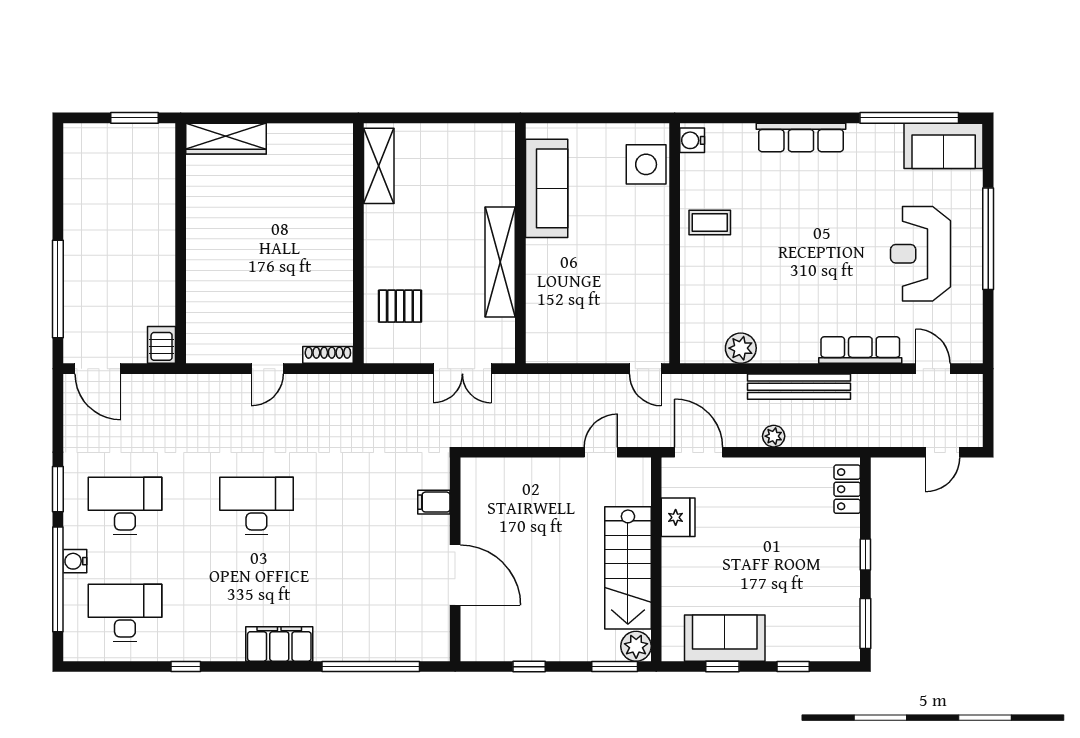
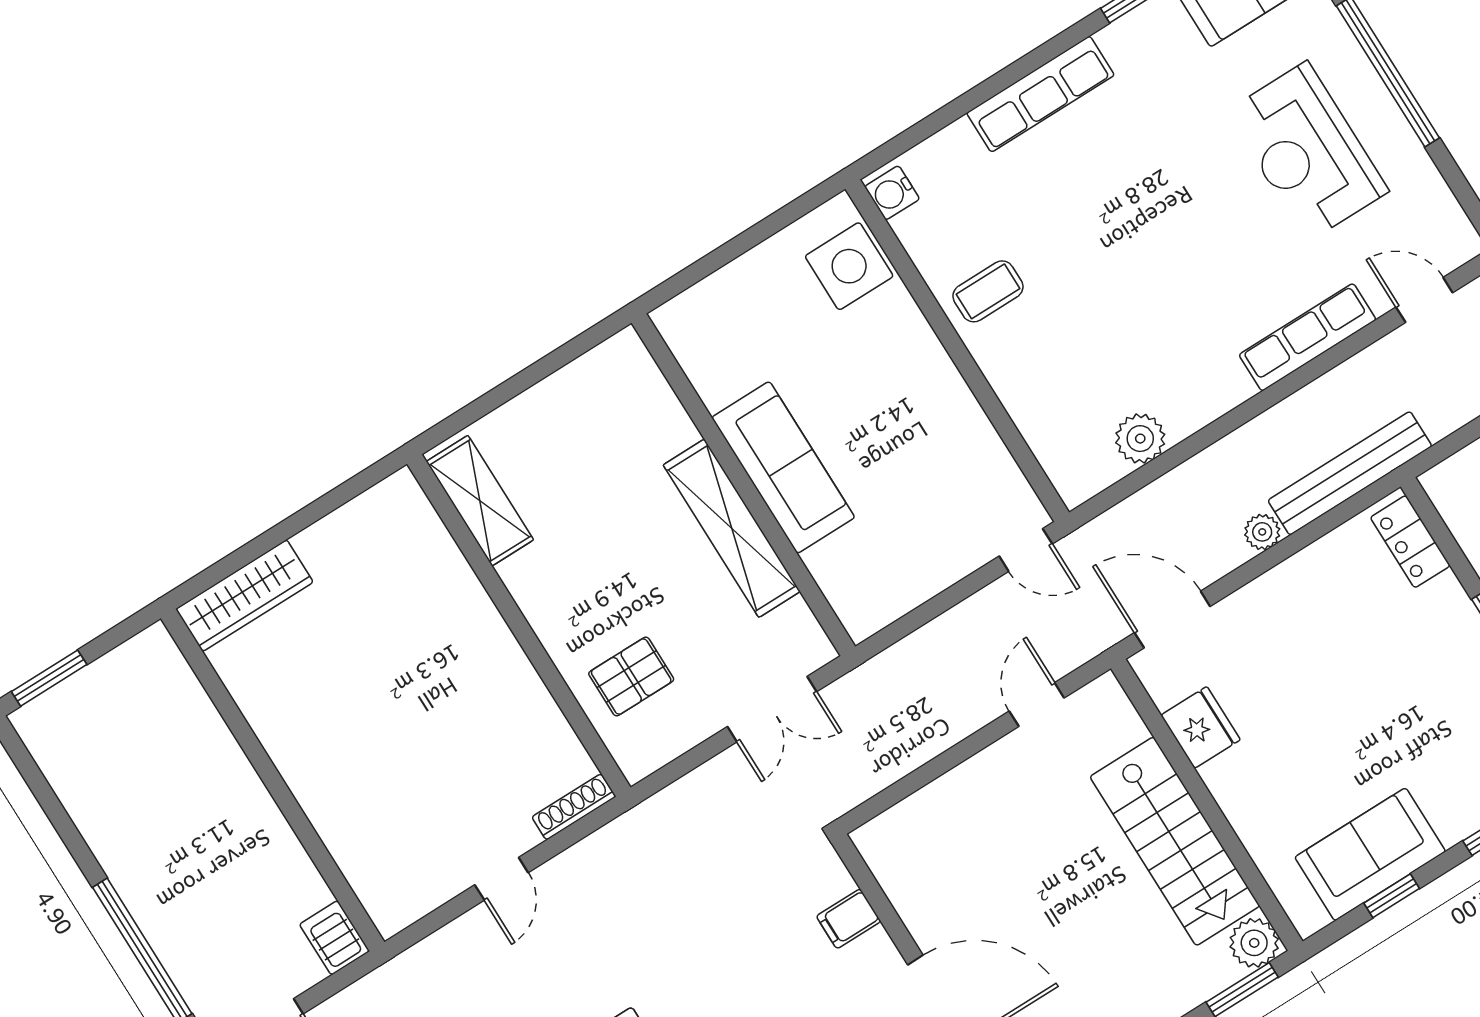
window: (134, 118) -> (49, 678), moved
sofa: (547, 188) -> (783, 467), moved
bench: (799, 387) -> (1350, 473), moved

